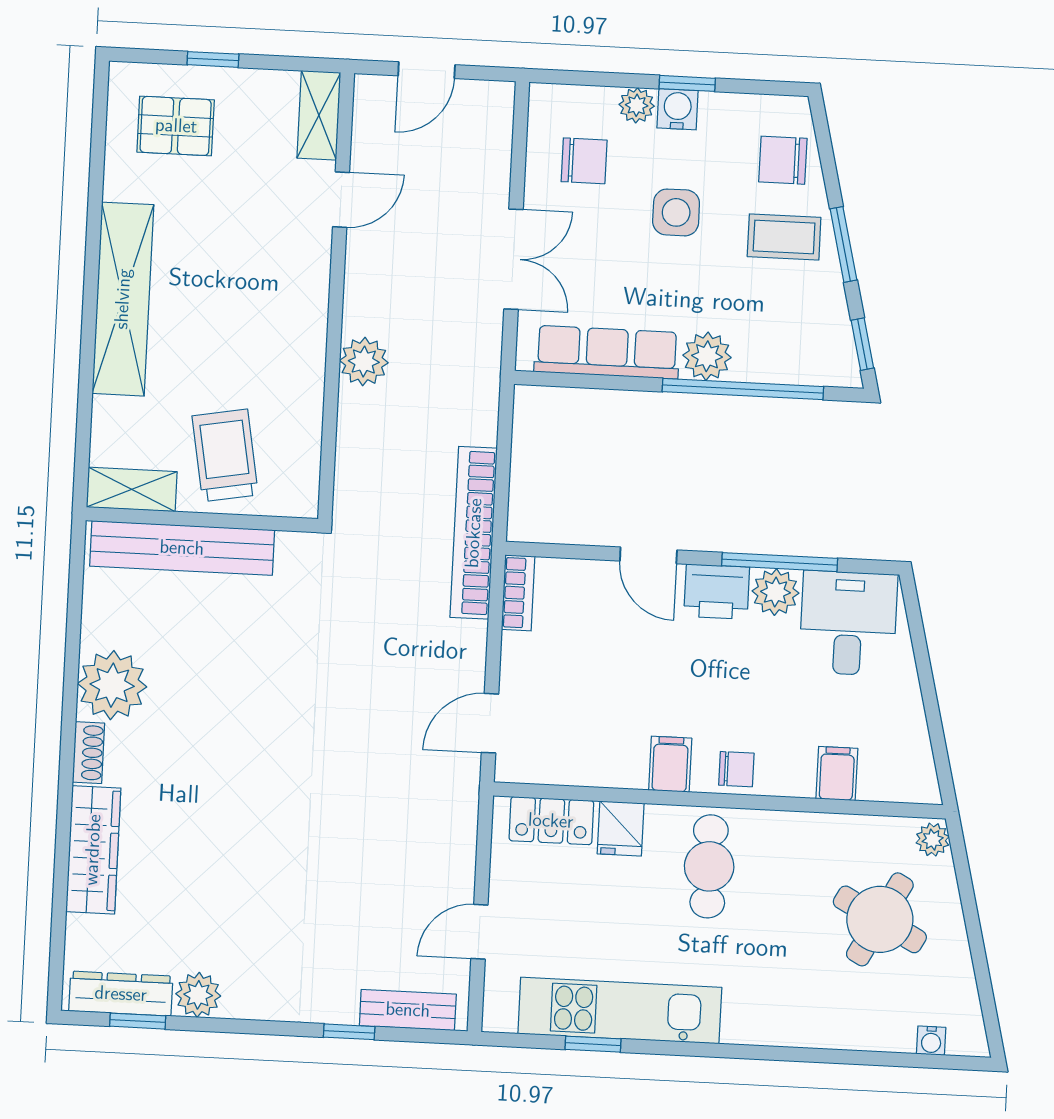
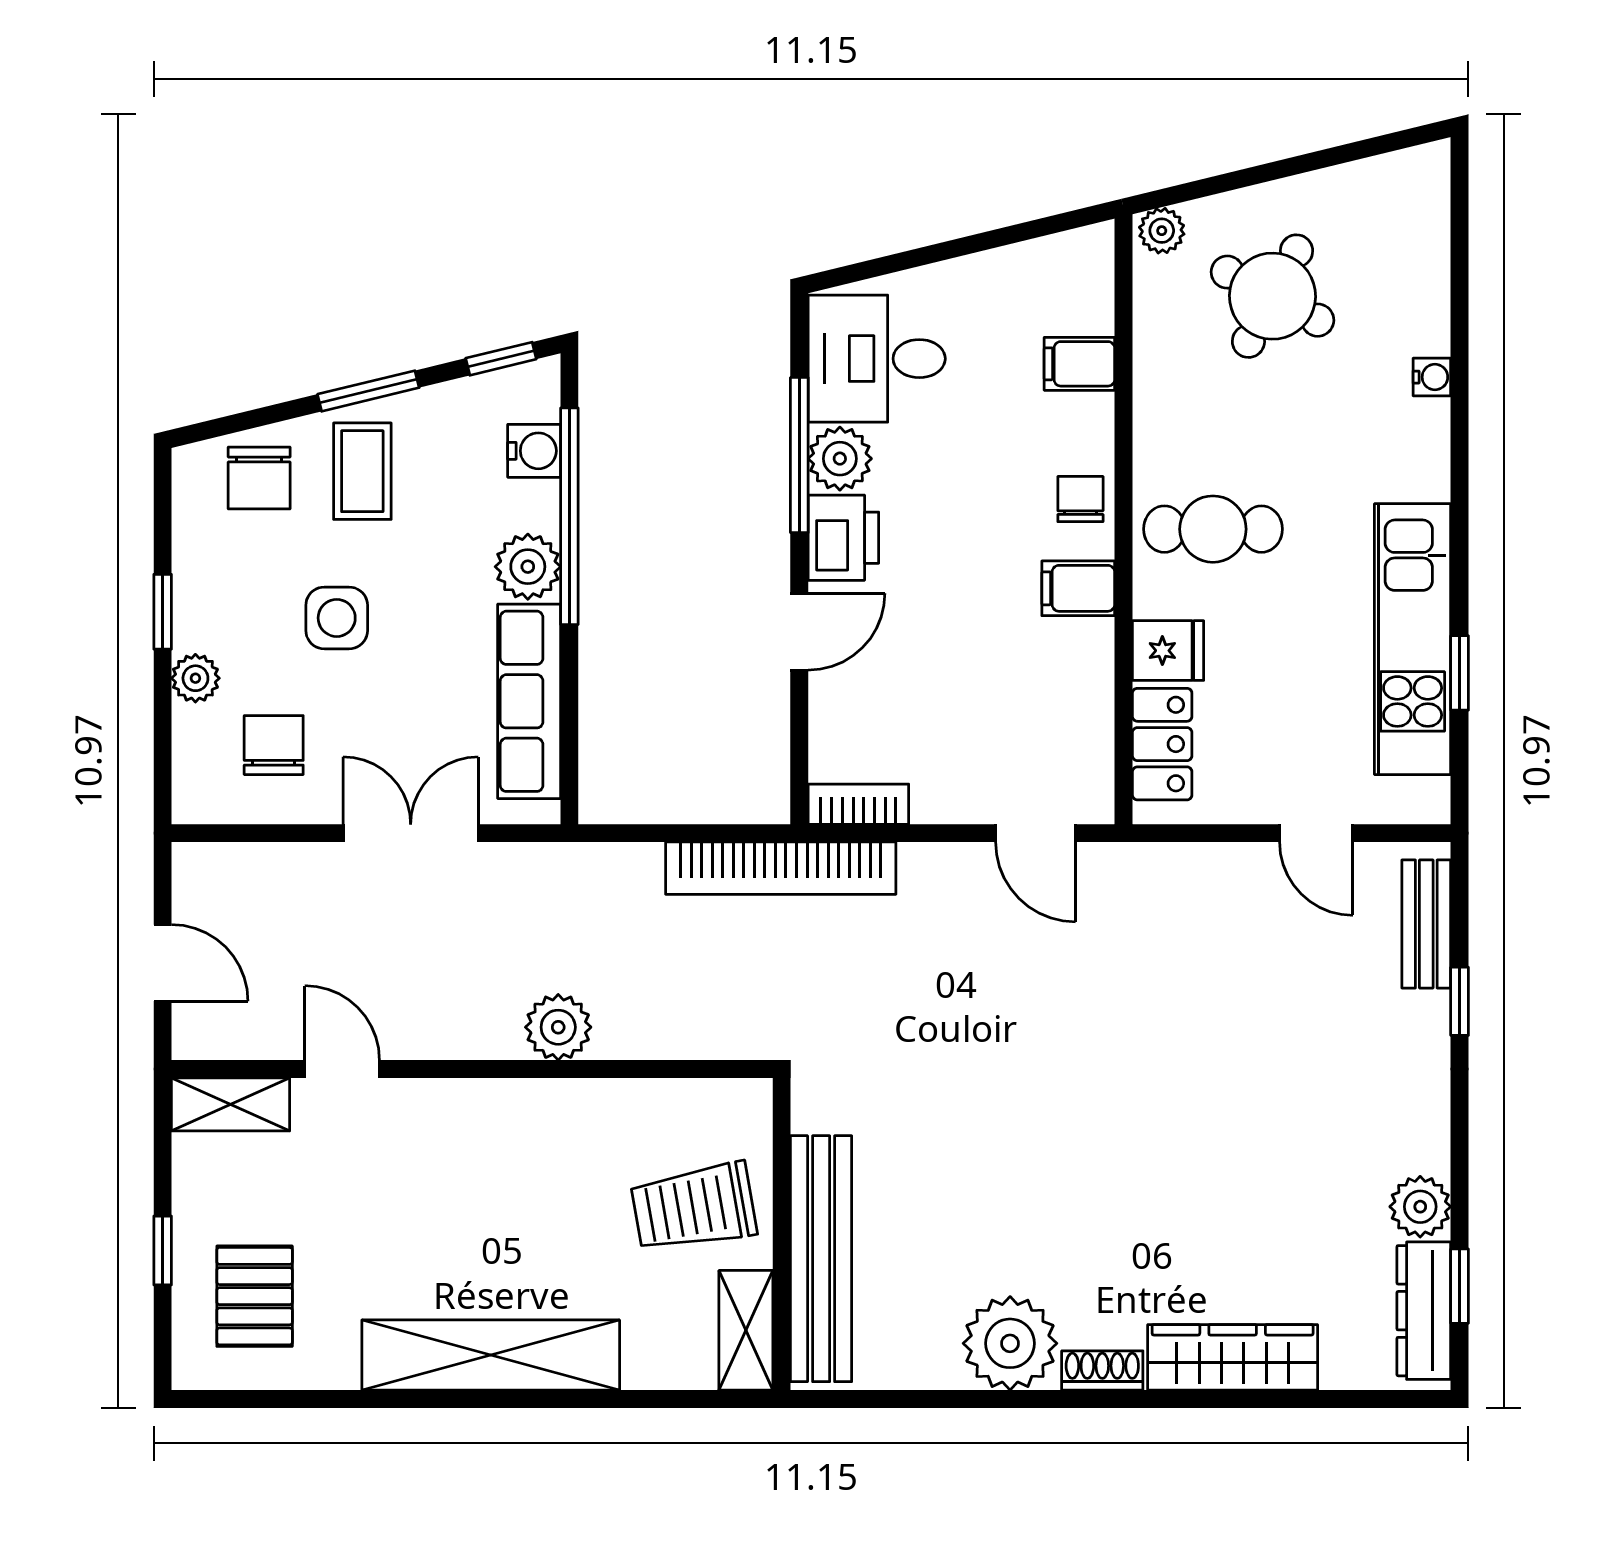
water cooler: (678, 109) -> (534, 451), moved, turned 180
water cooler: (931, 1041) -> (1432, 377), moved

